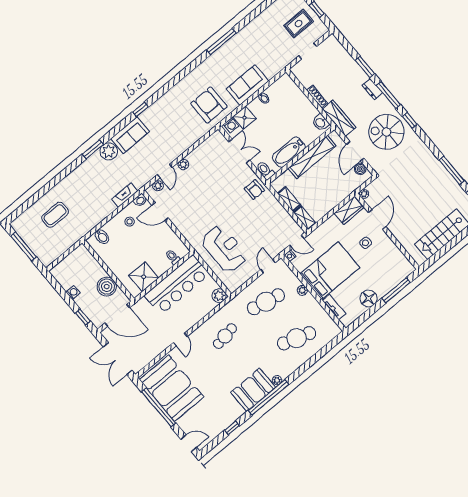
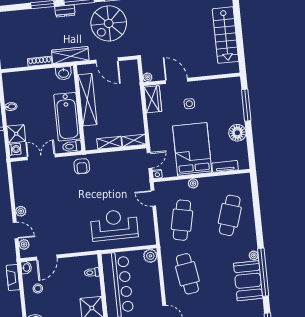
bathtub: (289, 152) -> (67, 117), width x1.36, depth x1.36
boiler: (360, 169) -> (125, 66), removed
armchair: (254, 190) -> (82, 166), turned 90
cafe table: (225, 336) -> (187, 274), width x1.37, depth x1.35

